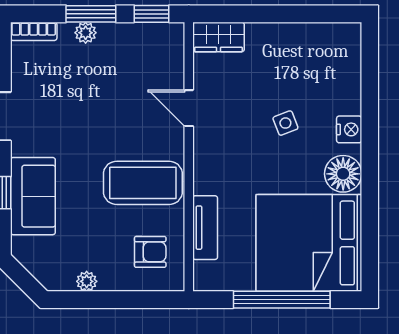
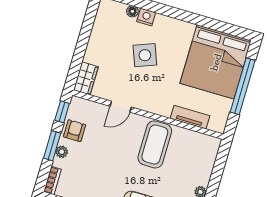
side table: (285, 123) -> (145, 55), width x1.87, depth x1.87
nightstand: (349, 129) -> (146, 17), moved
floor lamp: (343, 174) -> (132, 11), moved, width x0.53, depth x0.53
armchair: (150, 252) -> (75, 131), moved

